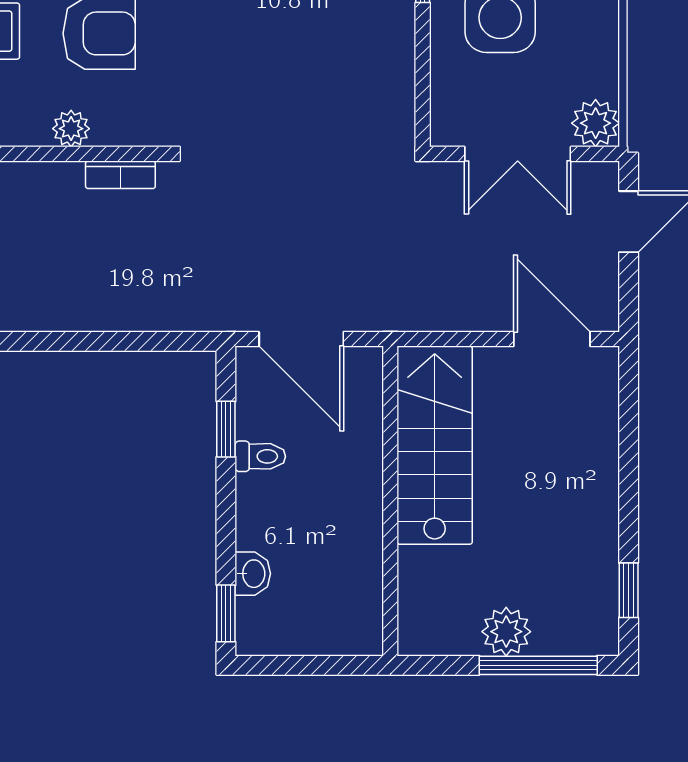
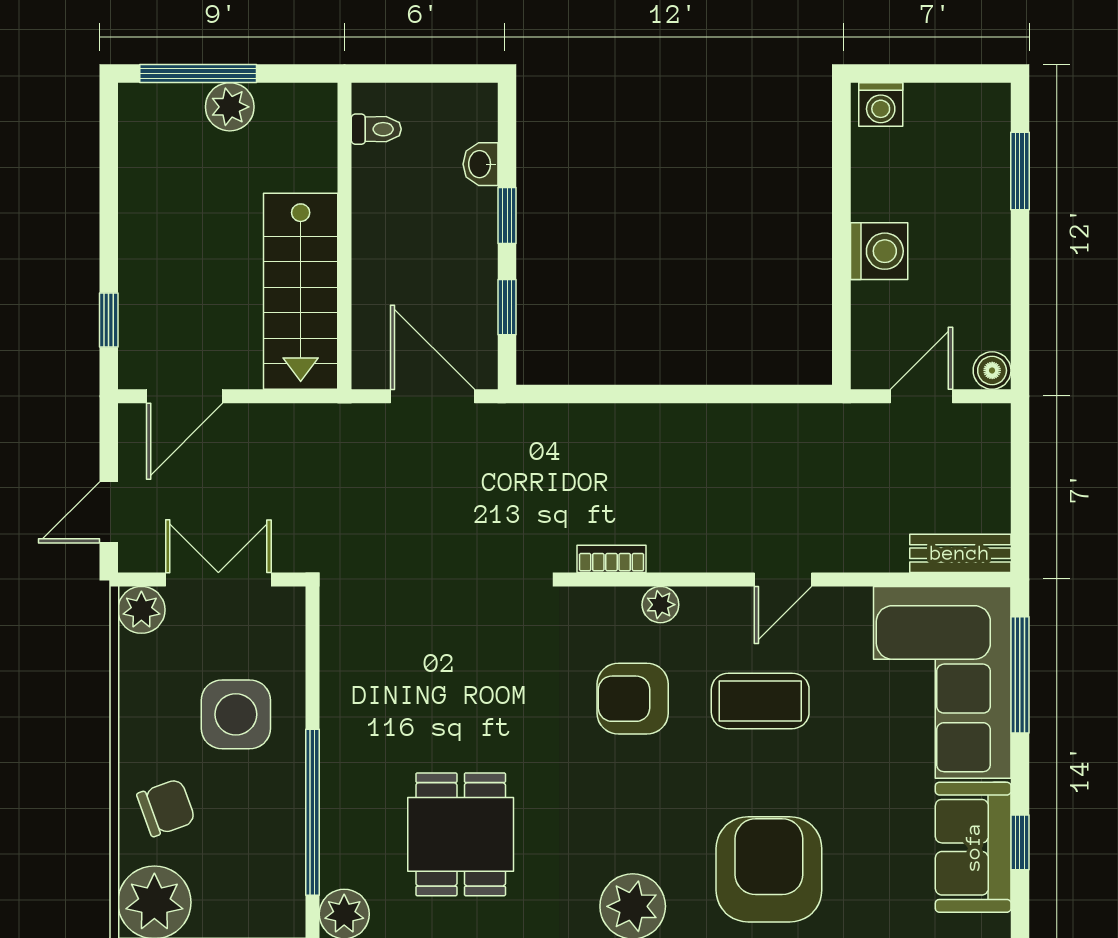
door: (552, 339) -> (185, 396), hinge flipped
toilet: (260, 456) -> (376, 129), moved, turned 180
window: (629, 590) -> (109, 320), moved
window: (226, 613) -> (507, 216), moved

